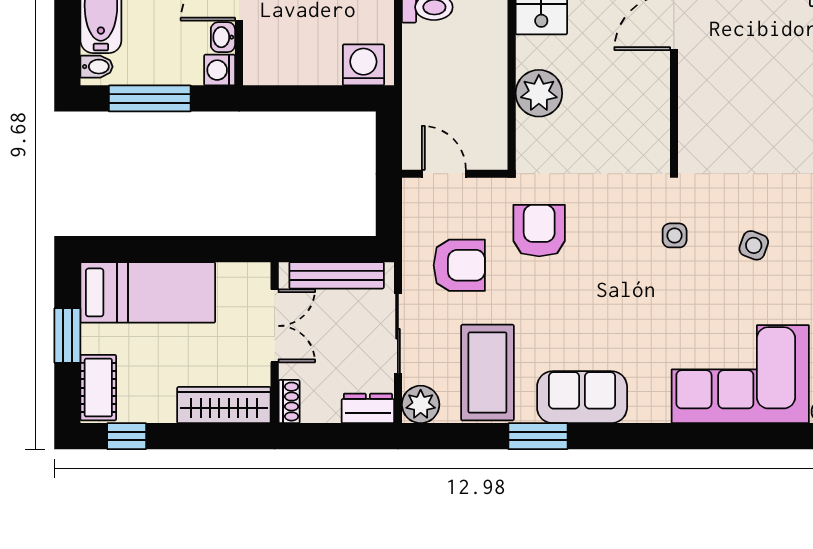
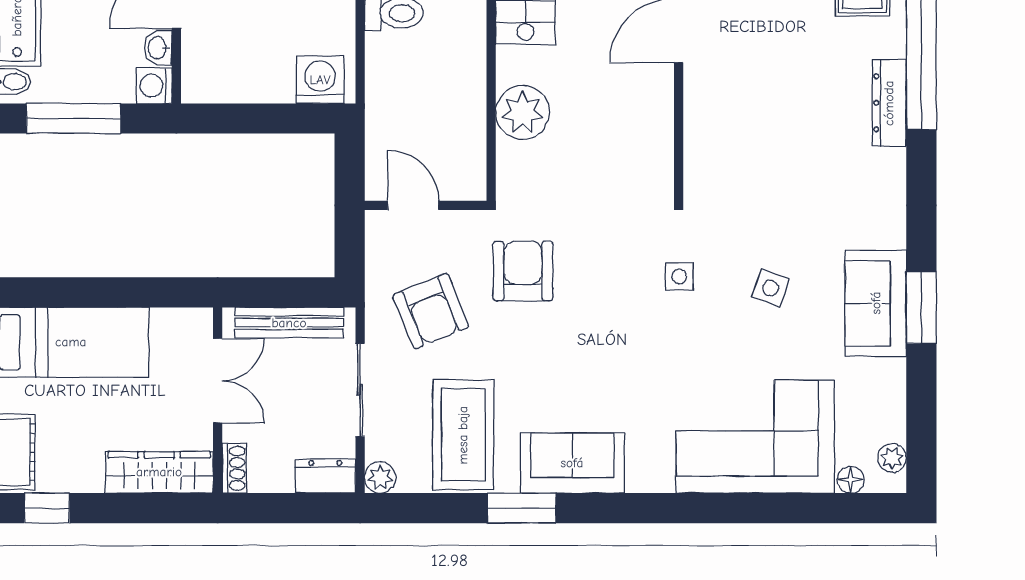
armchair: (459, 265) -> (431, 311), turned 68
plant: (421, 404) -> (380, 477), width x0.73, depth x0.73

